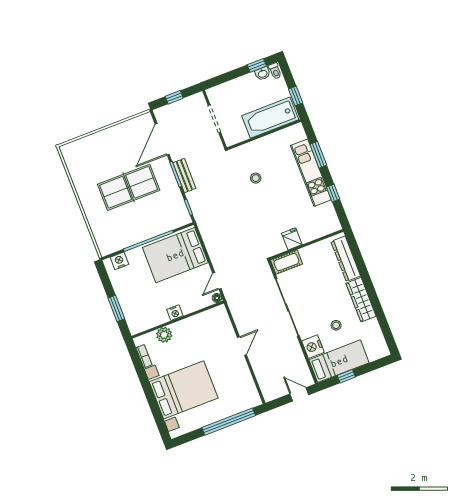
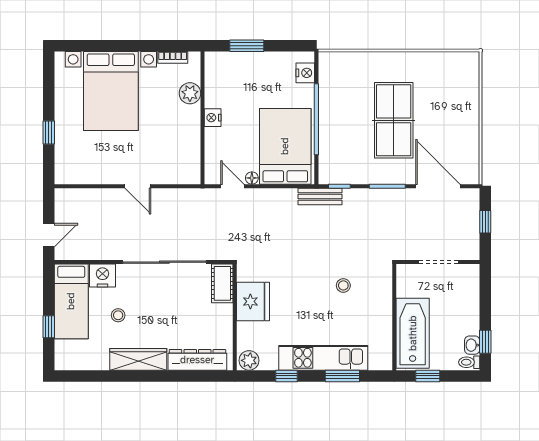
bench: (184, 176) -> (320, 196), moved
plant: (332, 223) -> (249, 360), added
fridge: (292, 239) -> (253, 301), width x1.88, depth x1.34
floor lamp: (217, 298) -> (252, 178), moved
window: (346, 376) -> (49, 327), moved
window: (229, 422) -> (49, 133), width x0.32

